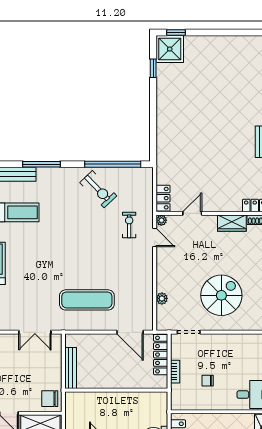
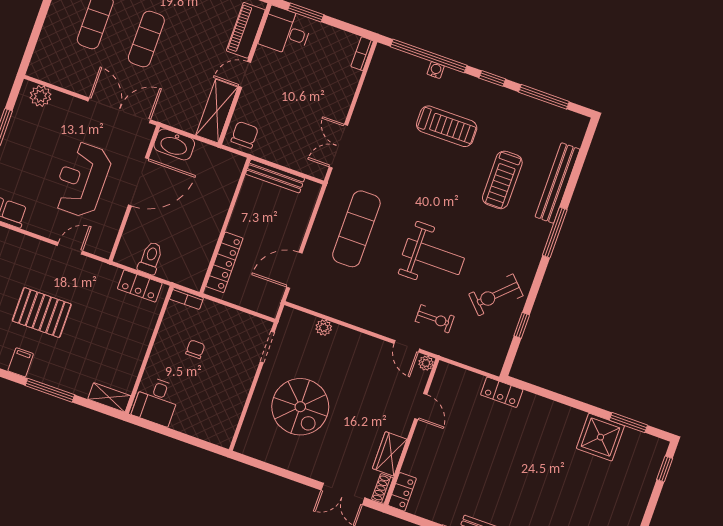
shower: (170, 49) -> (600, 437), moved
window: (153, 68) -> (628, 423), width x1.50
window: (113, 164) -> (522, 325), width x0.32
locker: (163, 198) -> (502, 392), moved
door: (155, 237) -> (407, 346), hinge flipped
weight bench: (87, 241) -> (433, 257), added
locker: (161, 355) -> (224, 262), moved, turned 90
bookcase: (175, 372) -> (186, 298), moved

